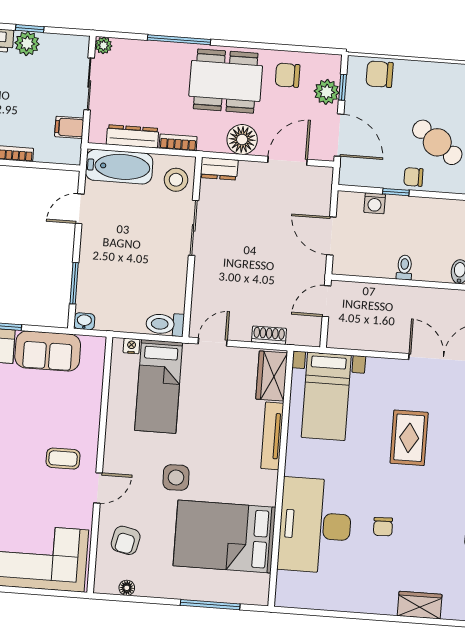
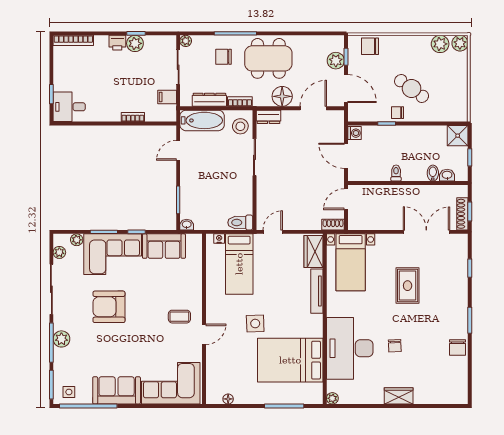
chair: (288, 75) -> (224, 57), moved
washing machine: (375, 203) -> (355, 133), moved, turned -90
shoe rack: (269, 335) -> (333, 225), moved
armchair: (126, 540) -> (225, 368), removed
plant: (283, 599) -> (332, 398), added
wardrobe: (420, 605) -> (399, 396), moved

